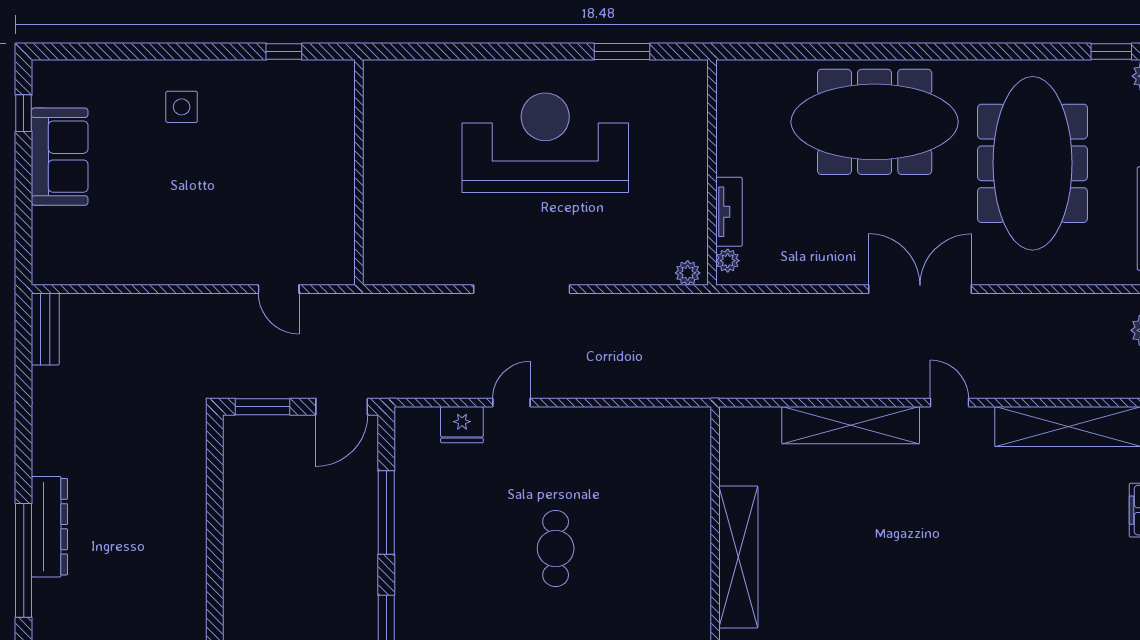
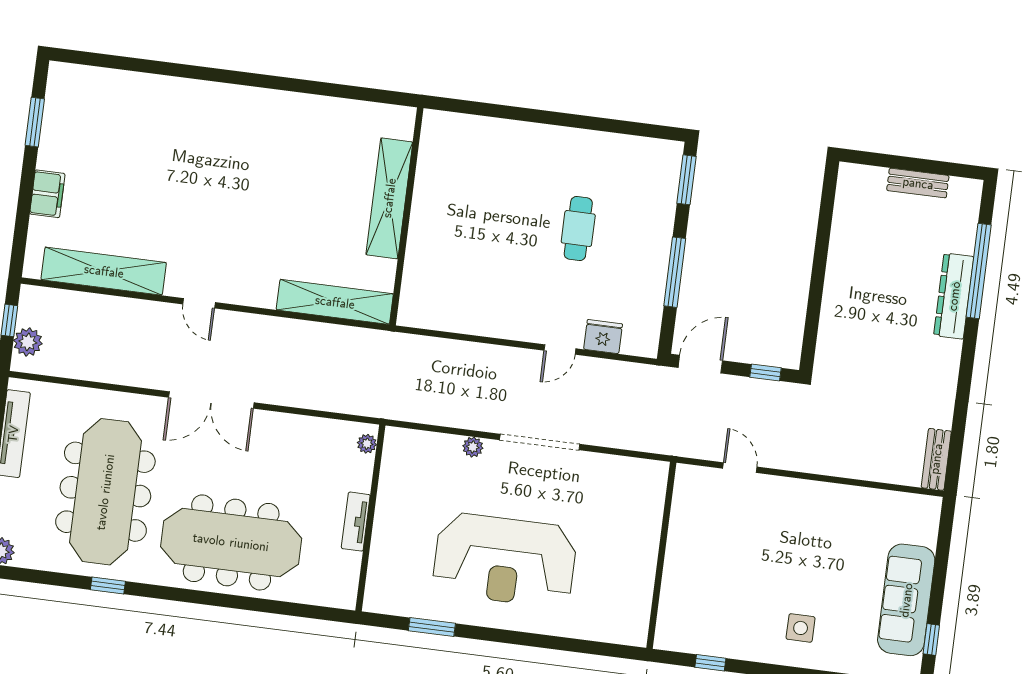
window: (1111, 52) -> (108, 586), moved
sofa: (60, 157) -> (906, 600), width x1.36
tv unit: (729, 212) -> (356, 522), moved
plant: (688, 273) -> (473, 447), moved
window: (262, 407) -> (766, 372), width x0.67
shelving: (851, 425) -> (335, 302), moved
cafe table: (556, 548) -> (578, 228), moved

